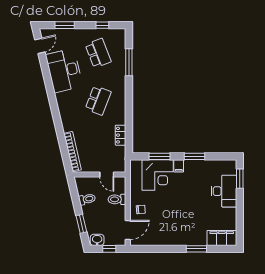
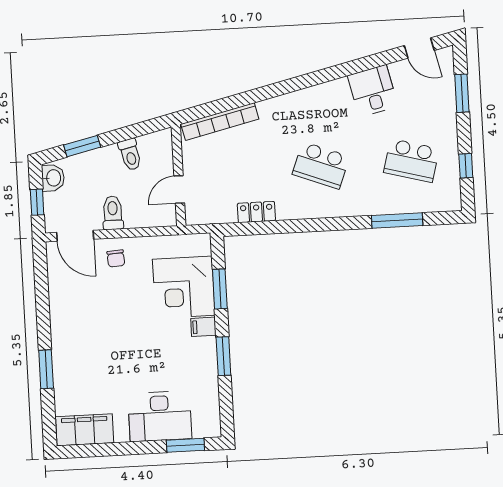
school desk: (98, 53) -> (411, 160), turned 36
desk: (64, 71) -> (373, 91), width x0.53, depth x0.77
toilet: (117, 199) -> (113, 213), moved
filing cabinet: (222, 238) -> (85, 430), moved, turned -90

